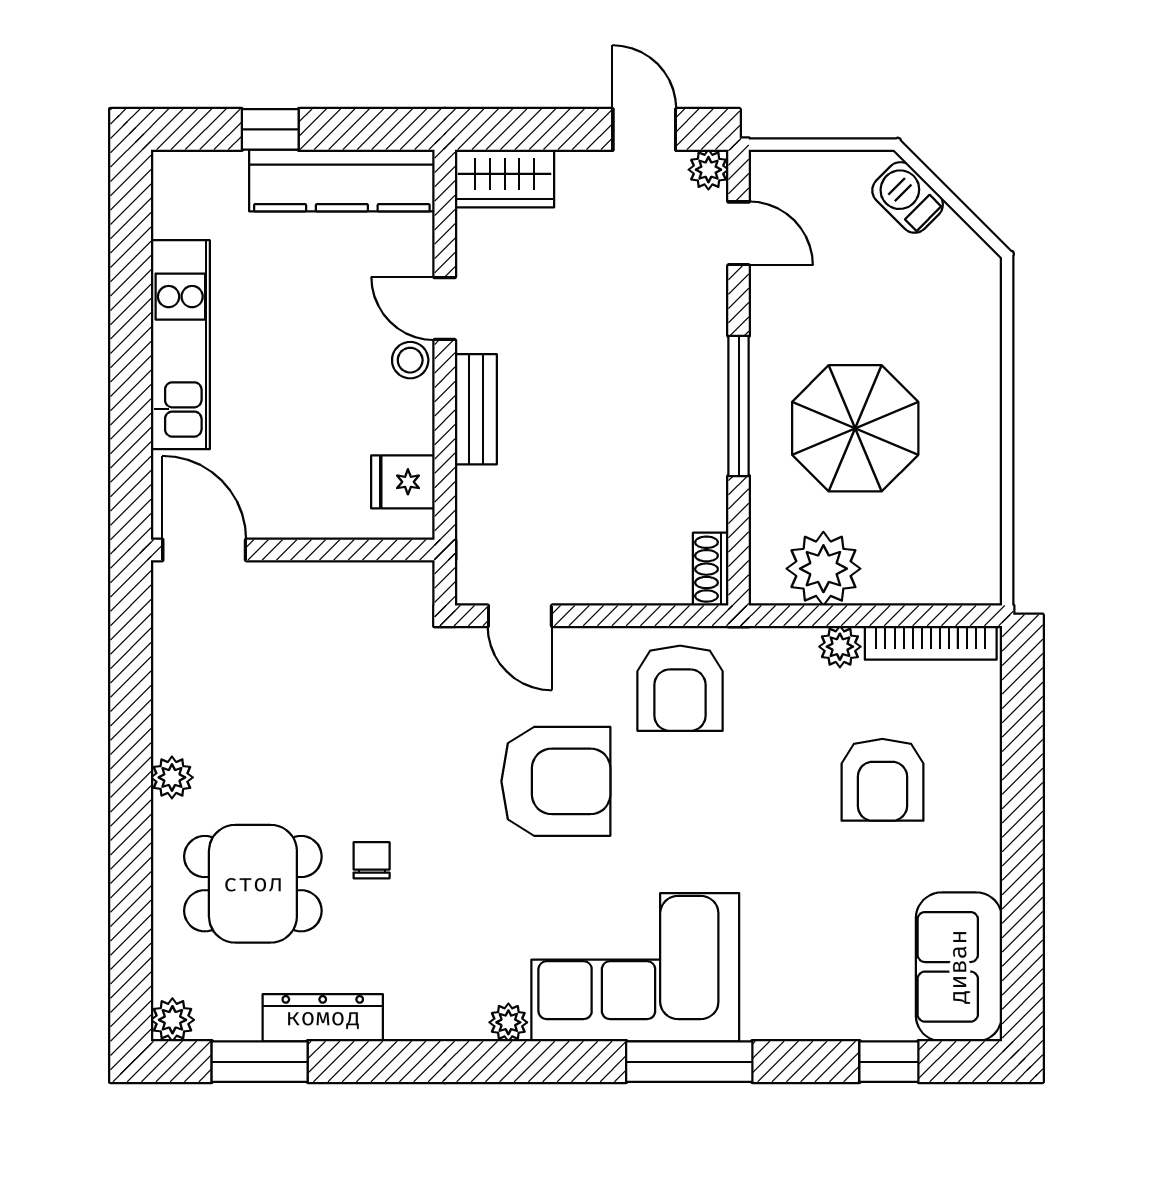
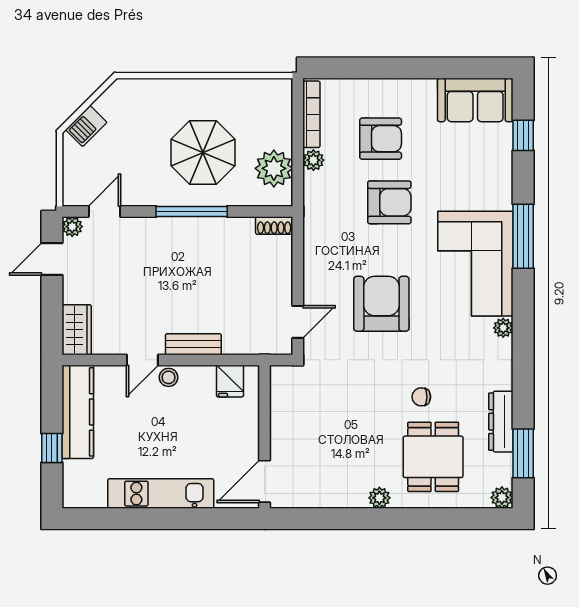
armchair: (680, 688) -> (389, 202), moved

